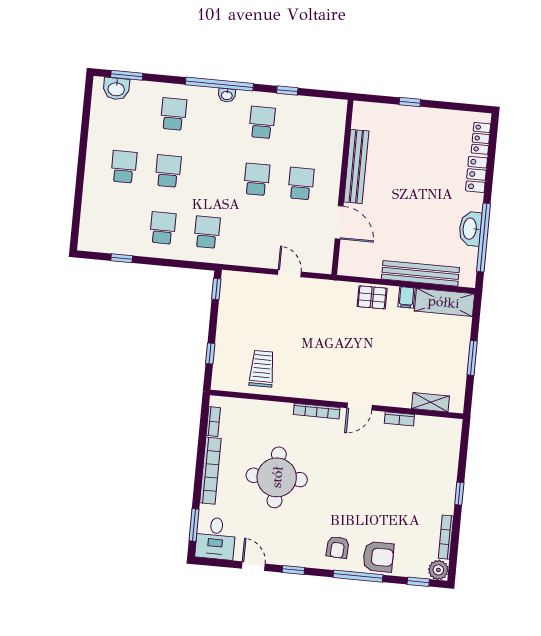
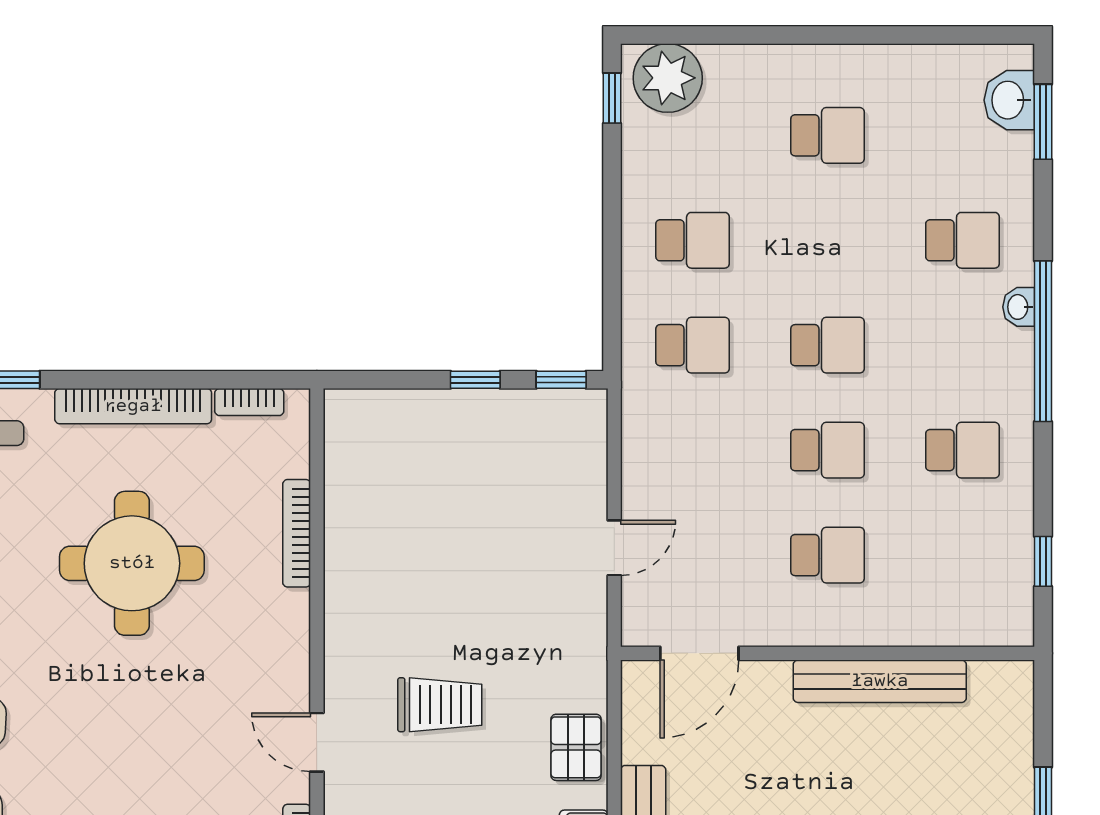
window: (287, 90) -> (1043, 561), moved
washbasin: (227, 95) -> (1019, 307), moved
school desk: (168, 171) -> (828, 345), moved
door: (339, 222) -> (699, 653), moved
plant: (93, 232) -> (668, 78), added
window: (122, 258) -> (612, 98), moved
window: (210, 353) -> (475, 380), moved
trolley: (262, 369) -> (440, 705), moved
bookcase: (317, 411) -> (297, 533), moved

